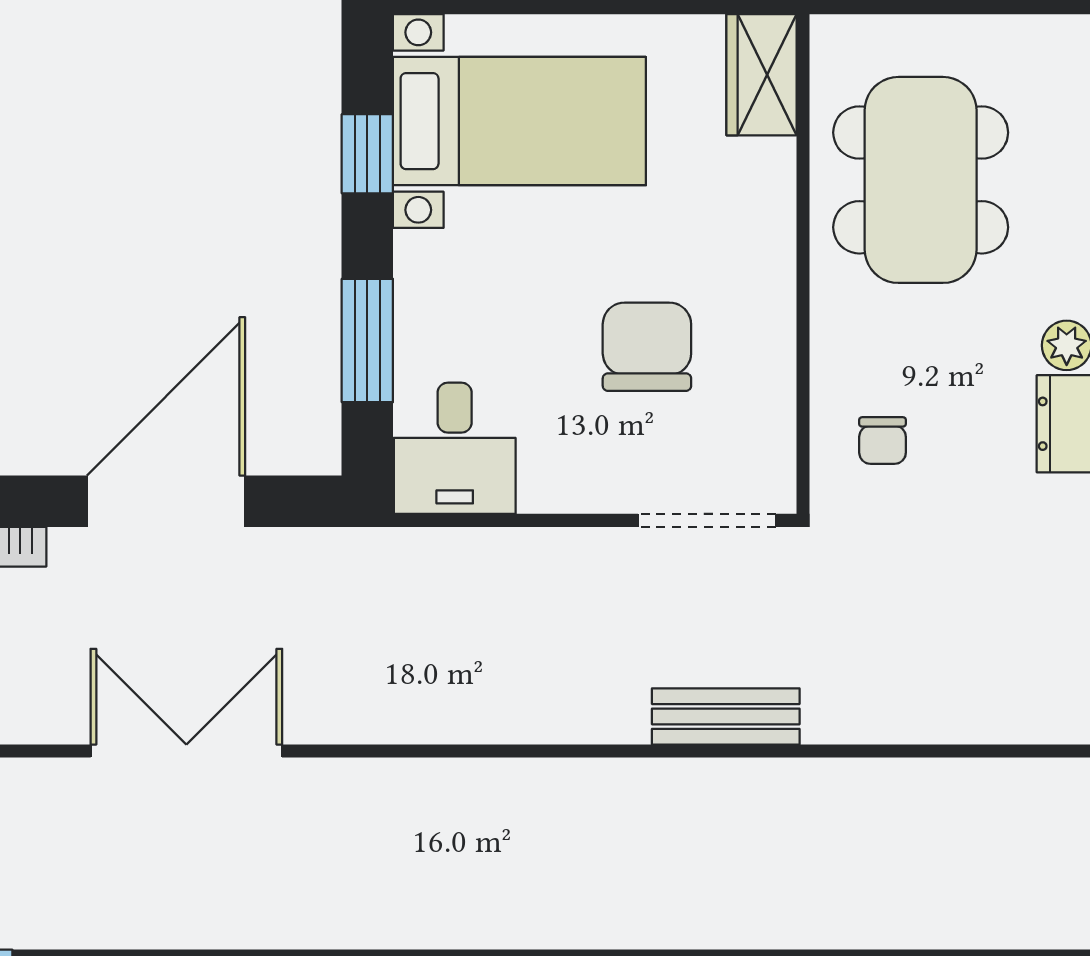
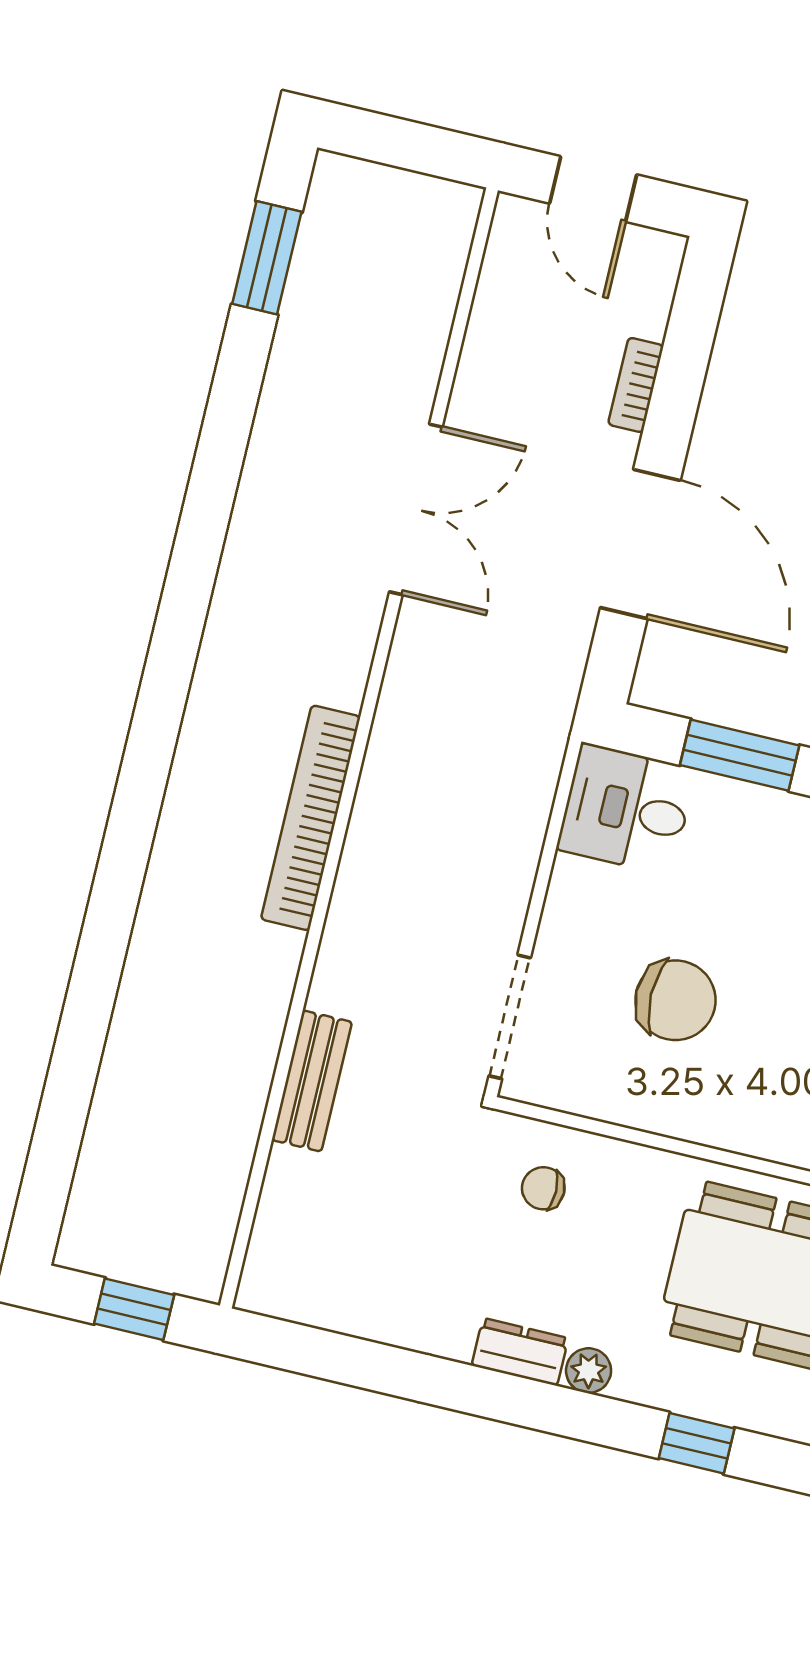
bench: (726, 716) -> (312, 1081), moved
bookcase: (544, 785) -> (311, 818), added

